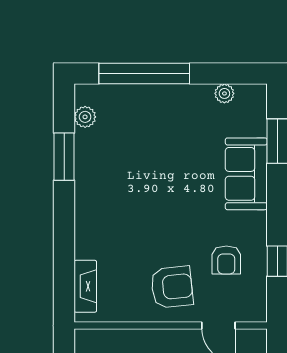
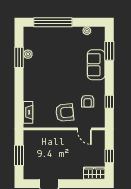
plant: (85, 117) -> (28, 54), moved

